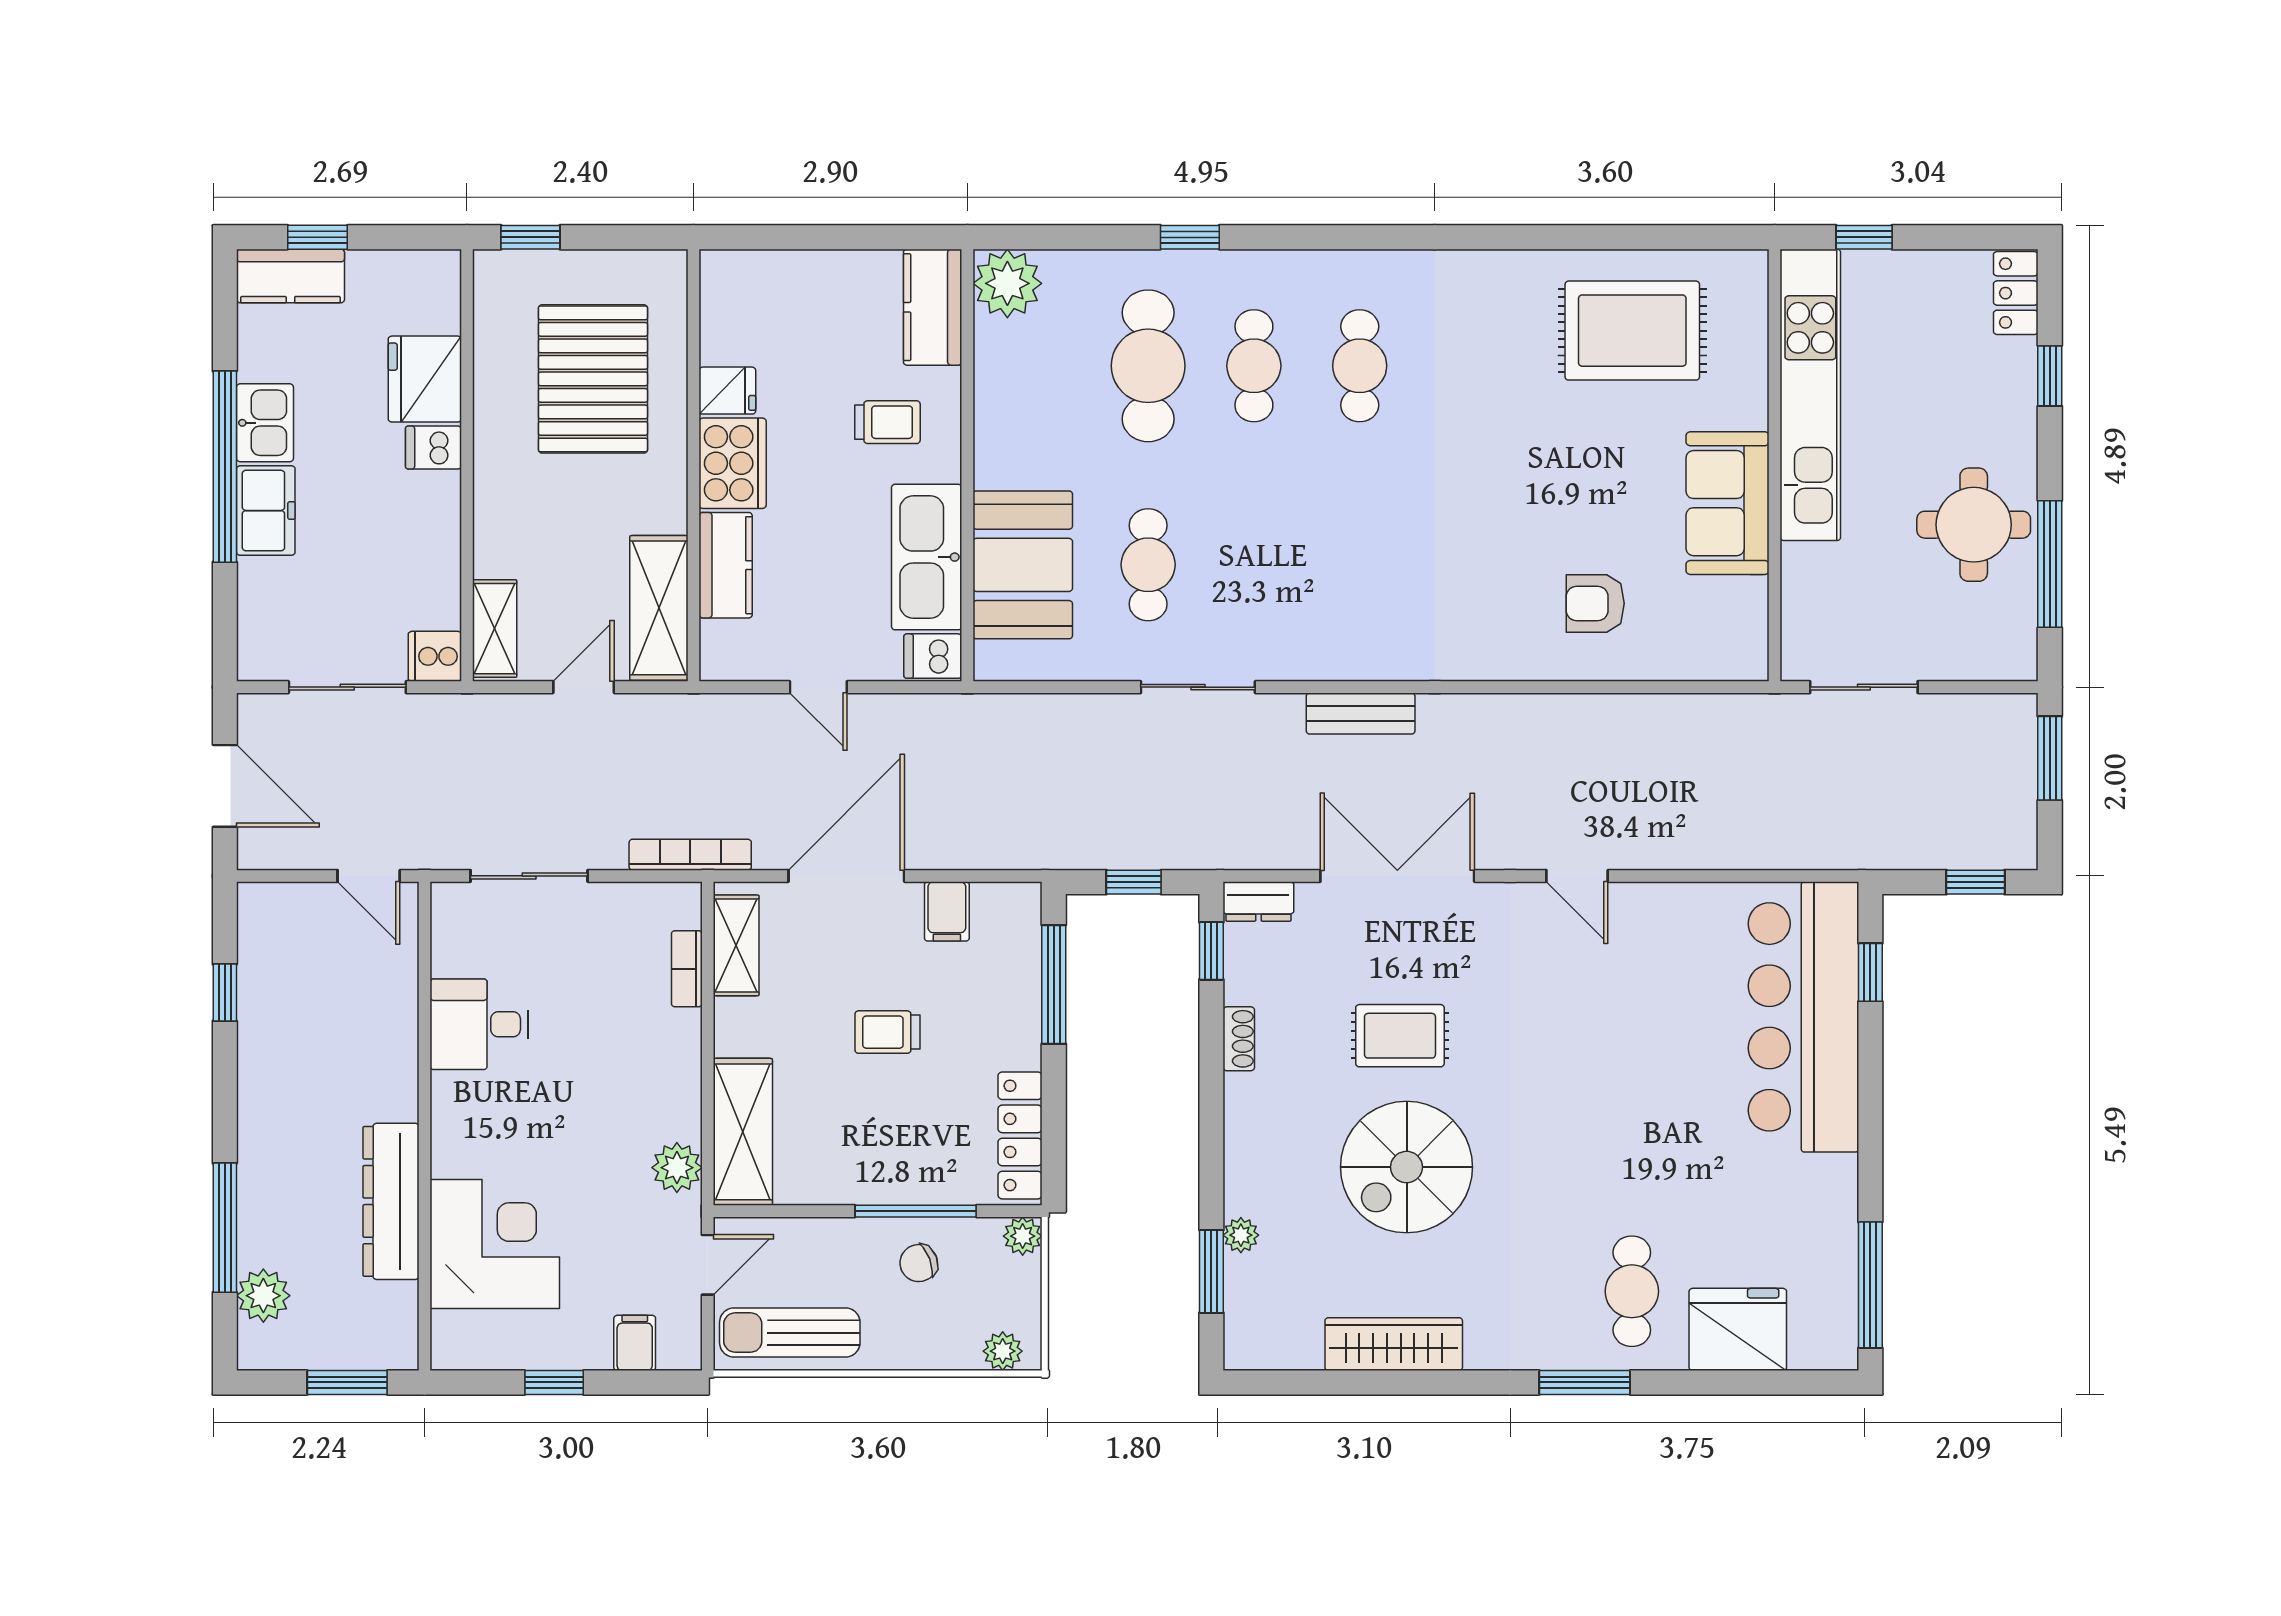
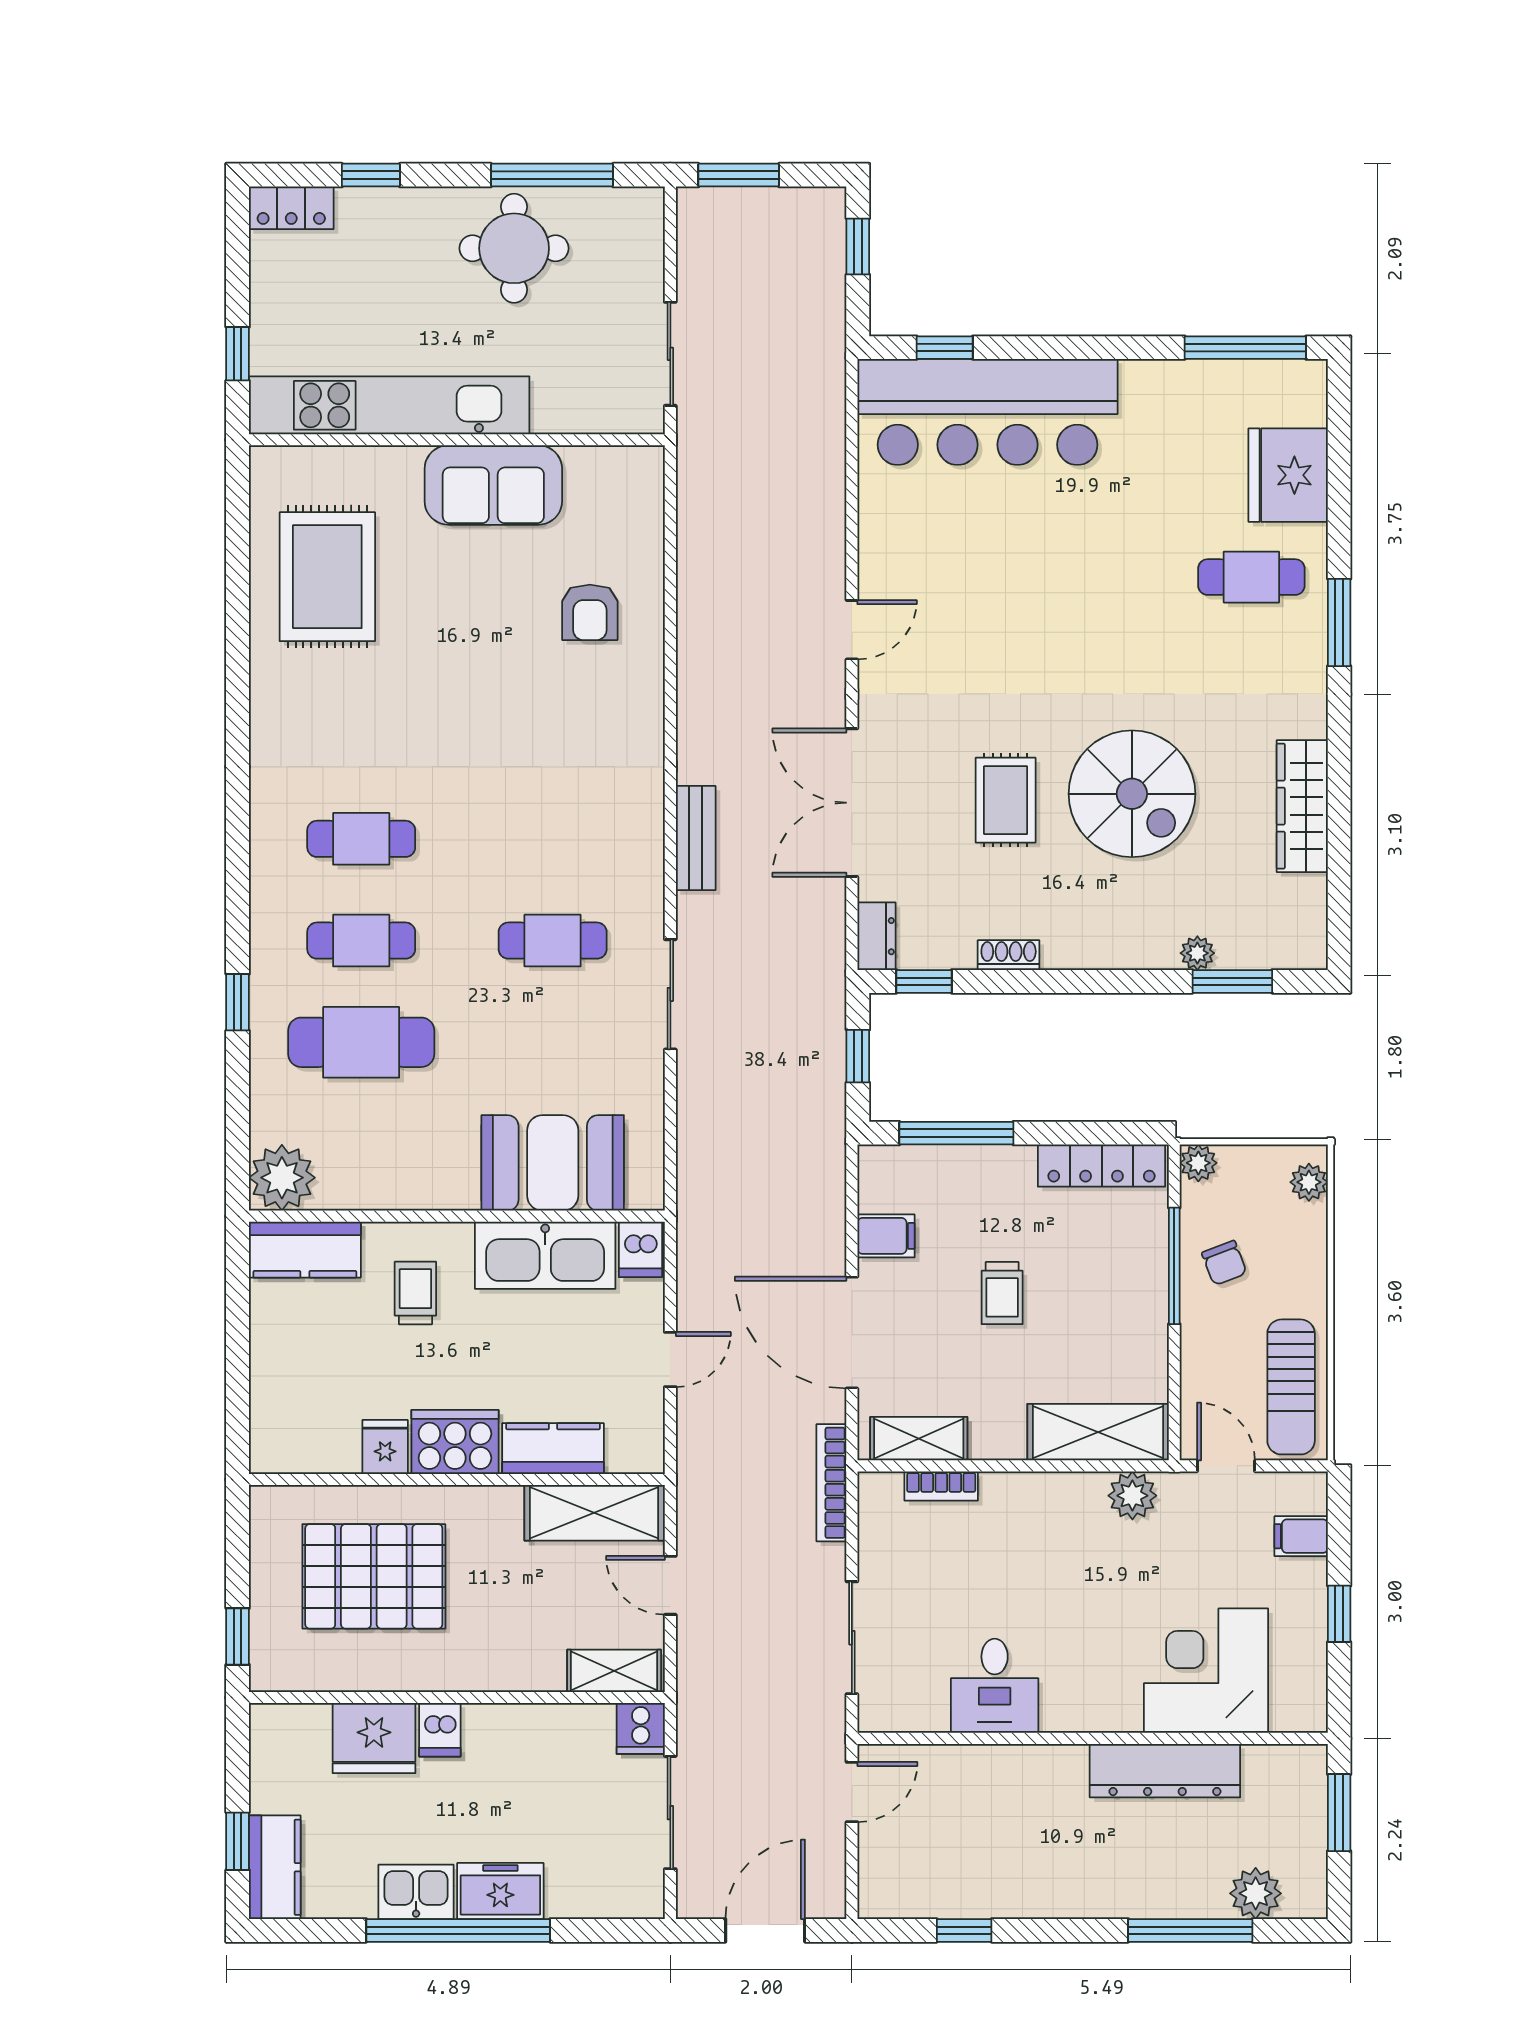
cafe table: (1148, 565) -> (553, 941), moved

